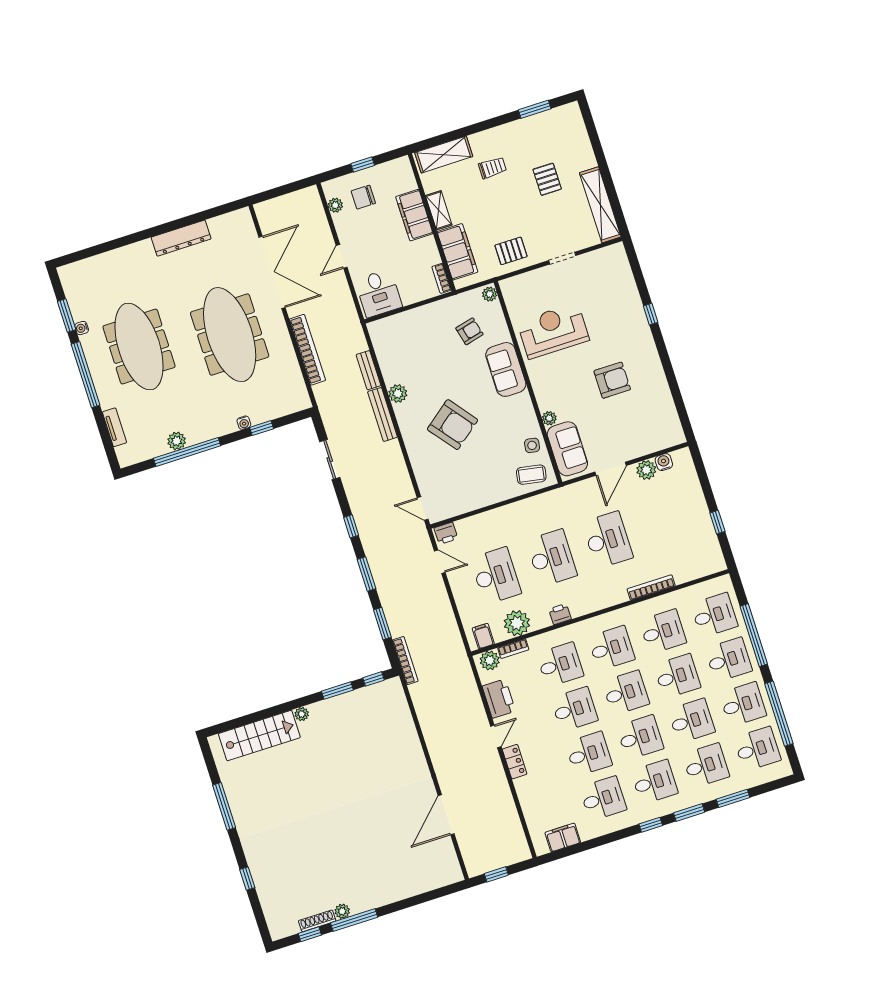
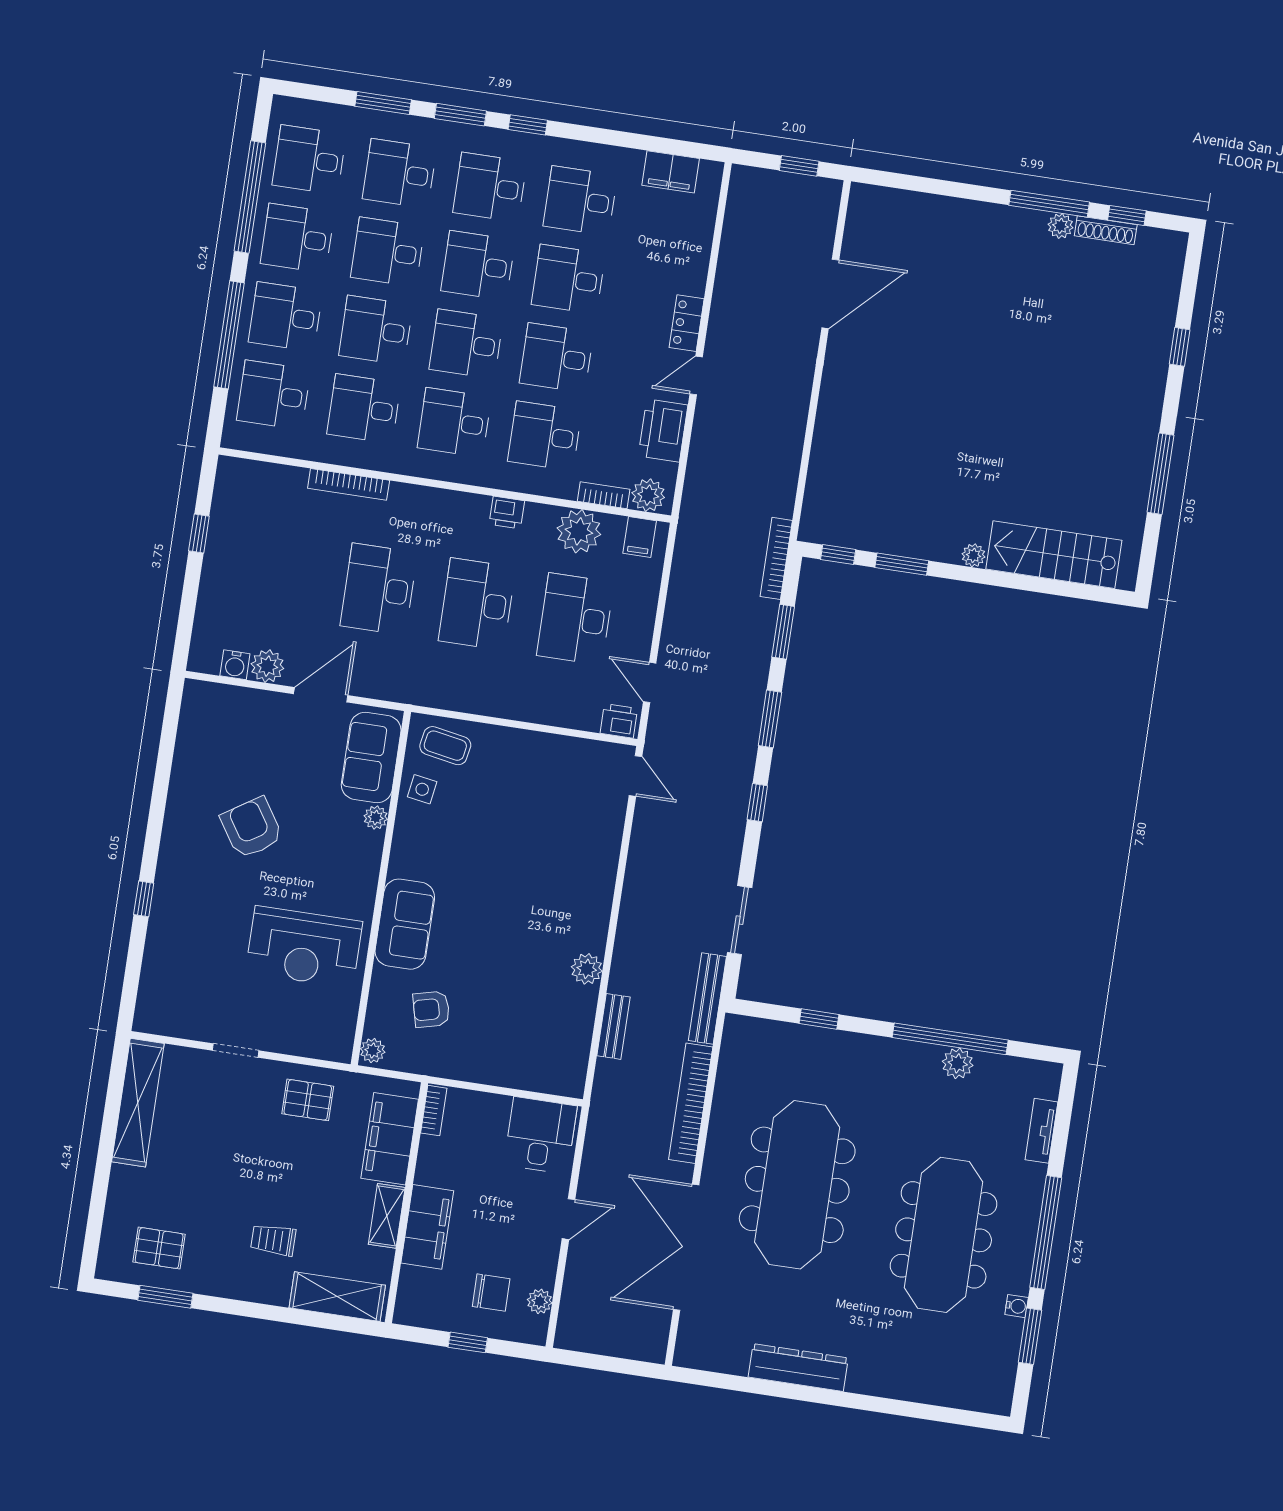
pallet: (547, 179) -> (159, 1248), moved, turned 90
armchair: (612, 380) -> (252, 828), turned 57
bench: (382, 414) -> (707, 999), moved
water cooler: (244, 423) -> (842, 1041), removed
armchair: (453, 425) -> (527, 881), removed

